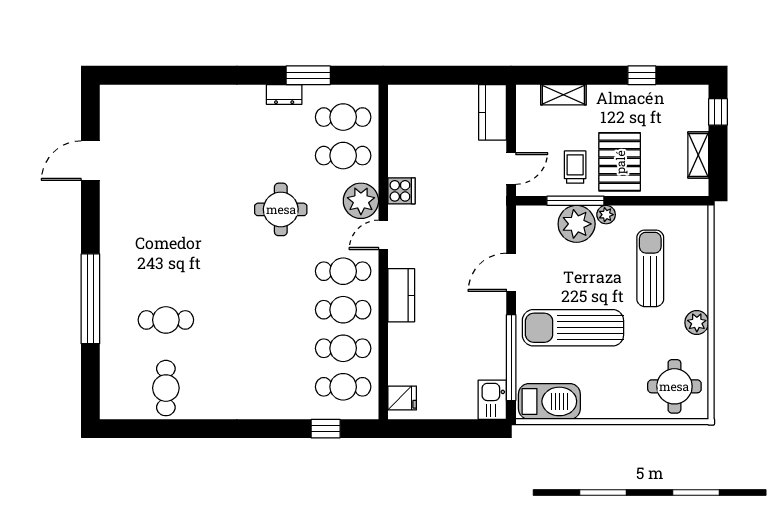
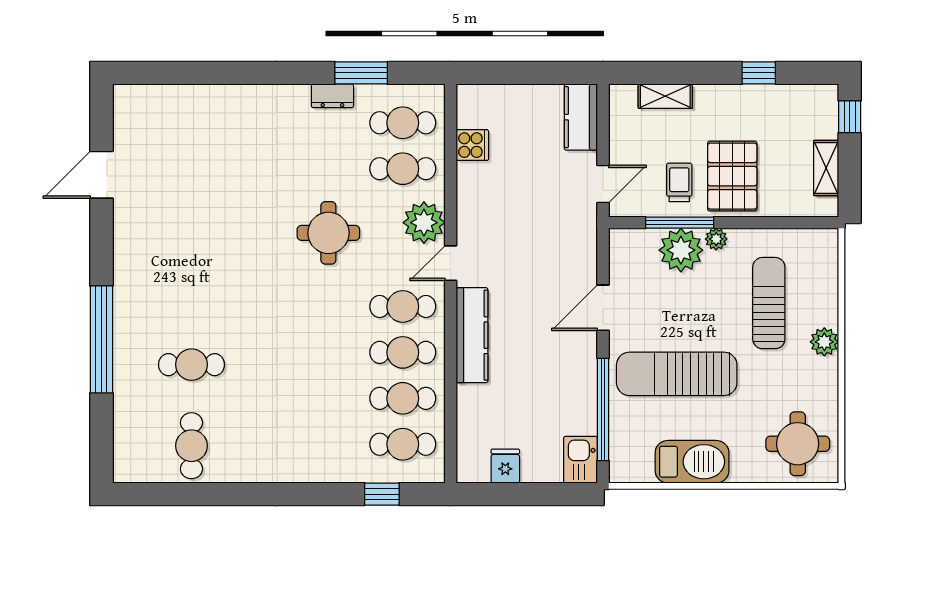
cooker: (402, 191) -> (472, 145), moved
kitchen counter: (401, 295) -> (472, 335), width x1.50
plant: (697, 323) -> (824, 342), moved
fridge: (402, 398) -> (505, 466), moved, turned -90
barbecue: (549, 401) -> (692, 462), moved

